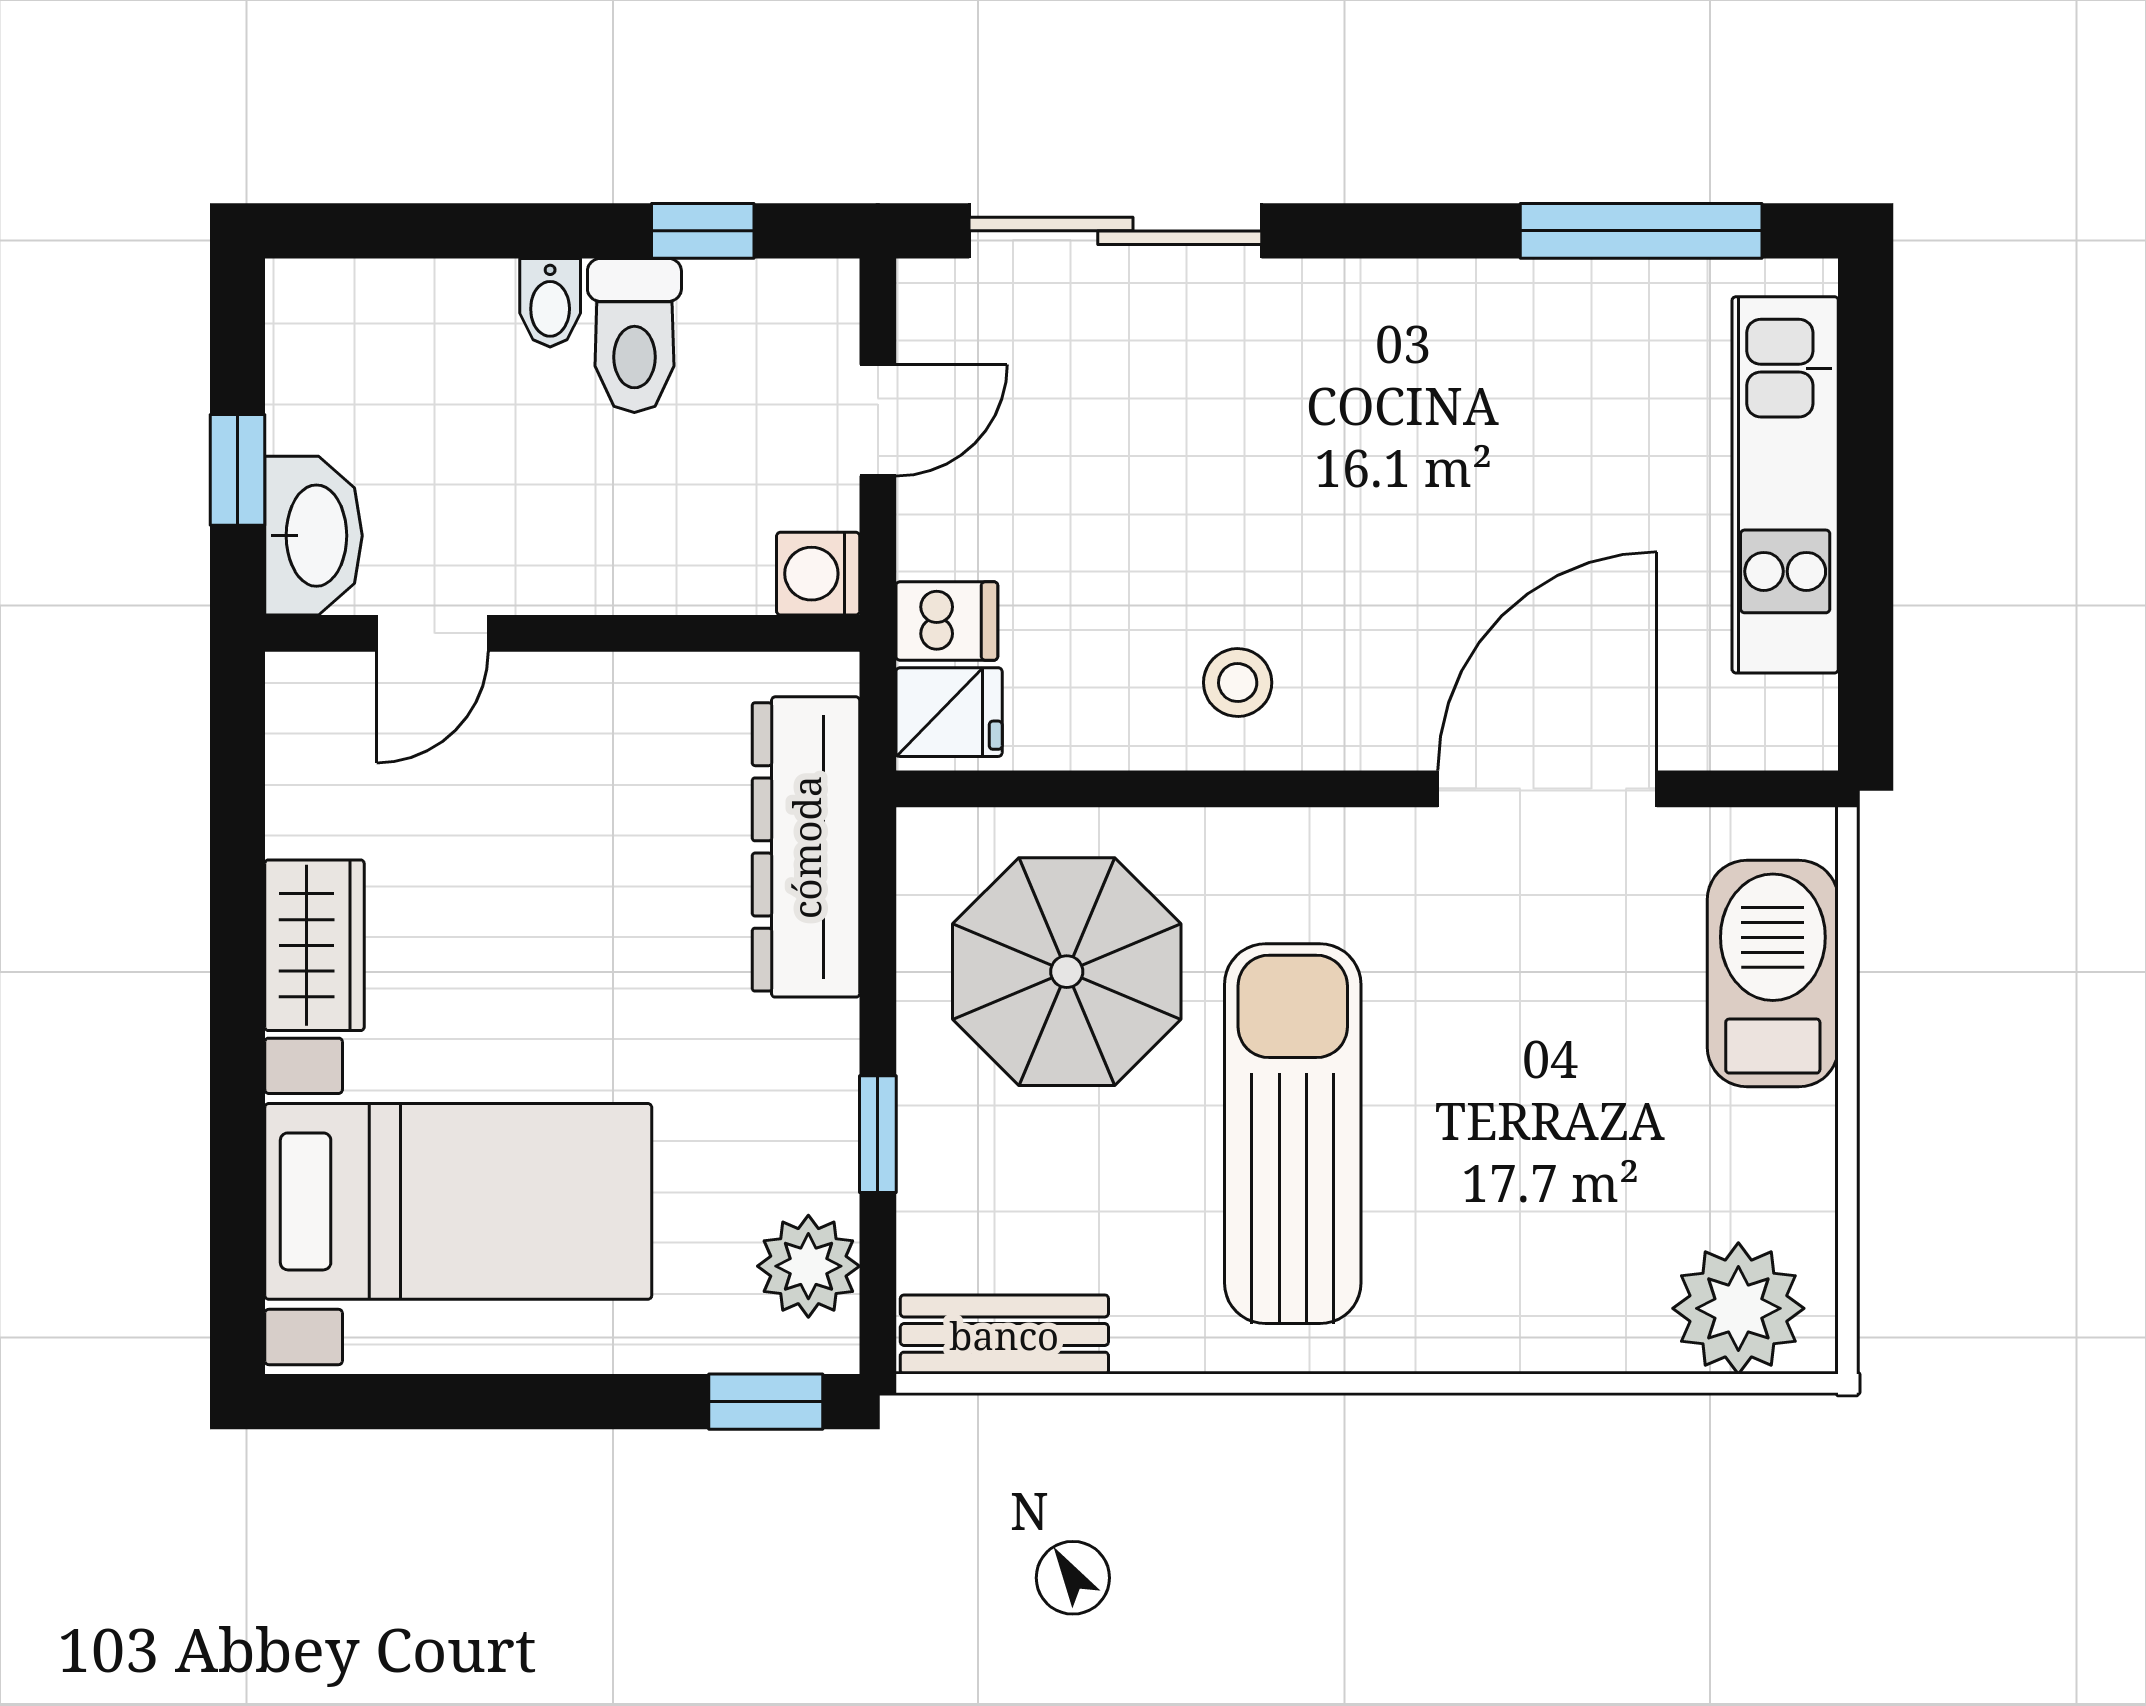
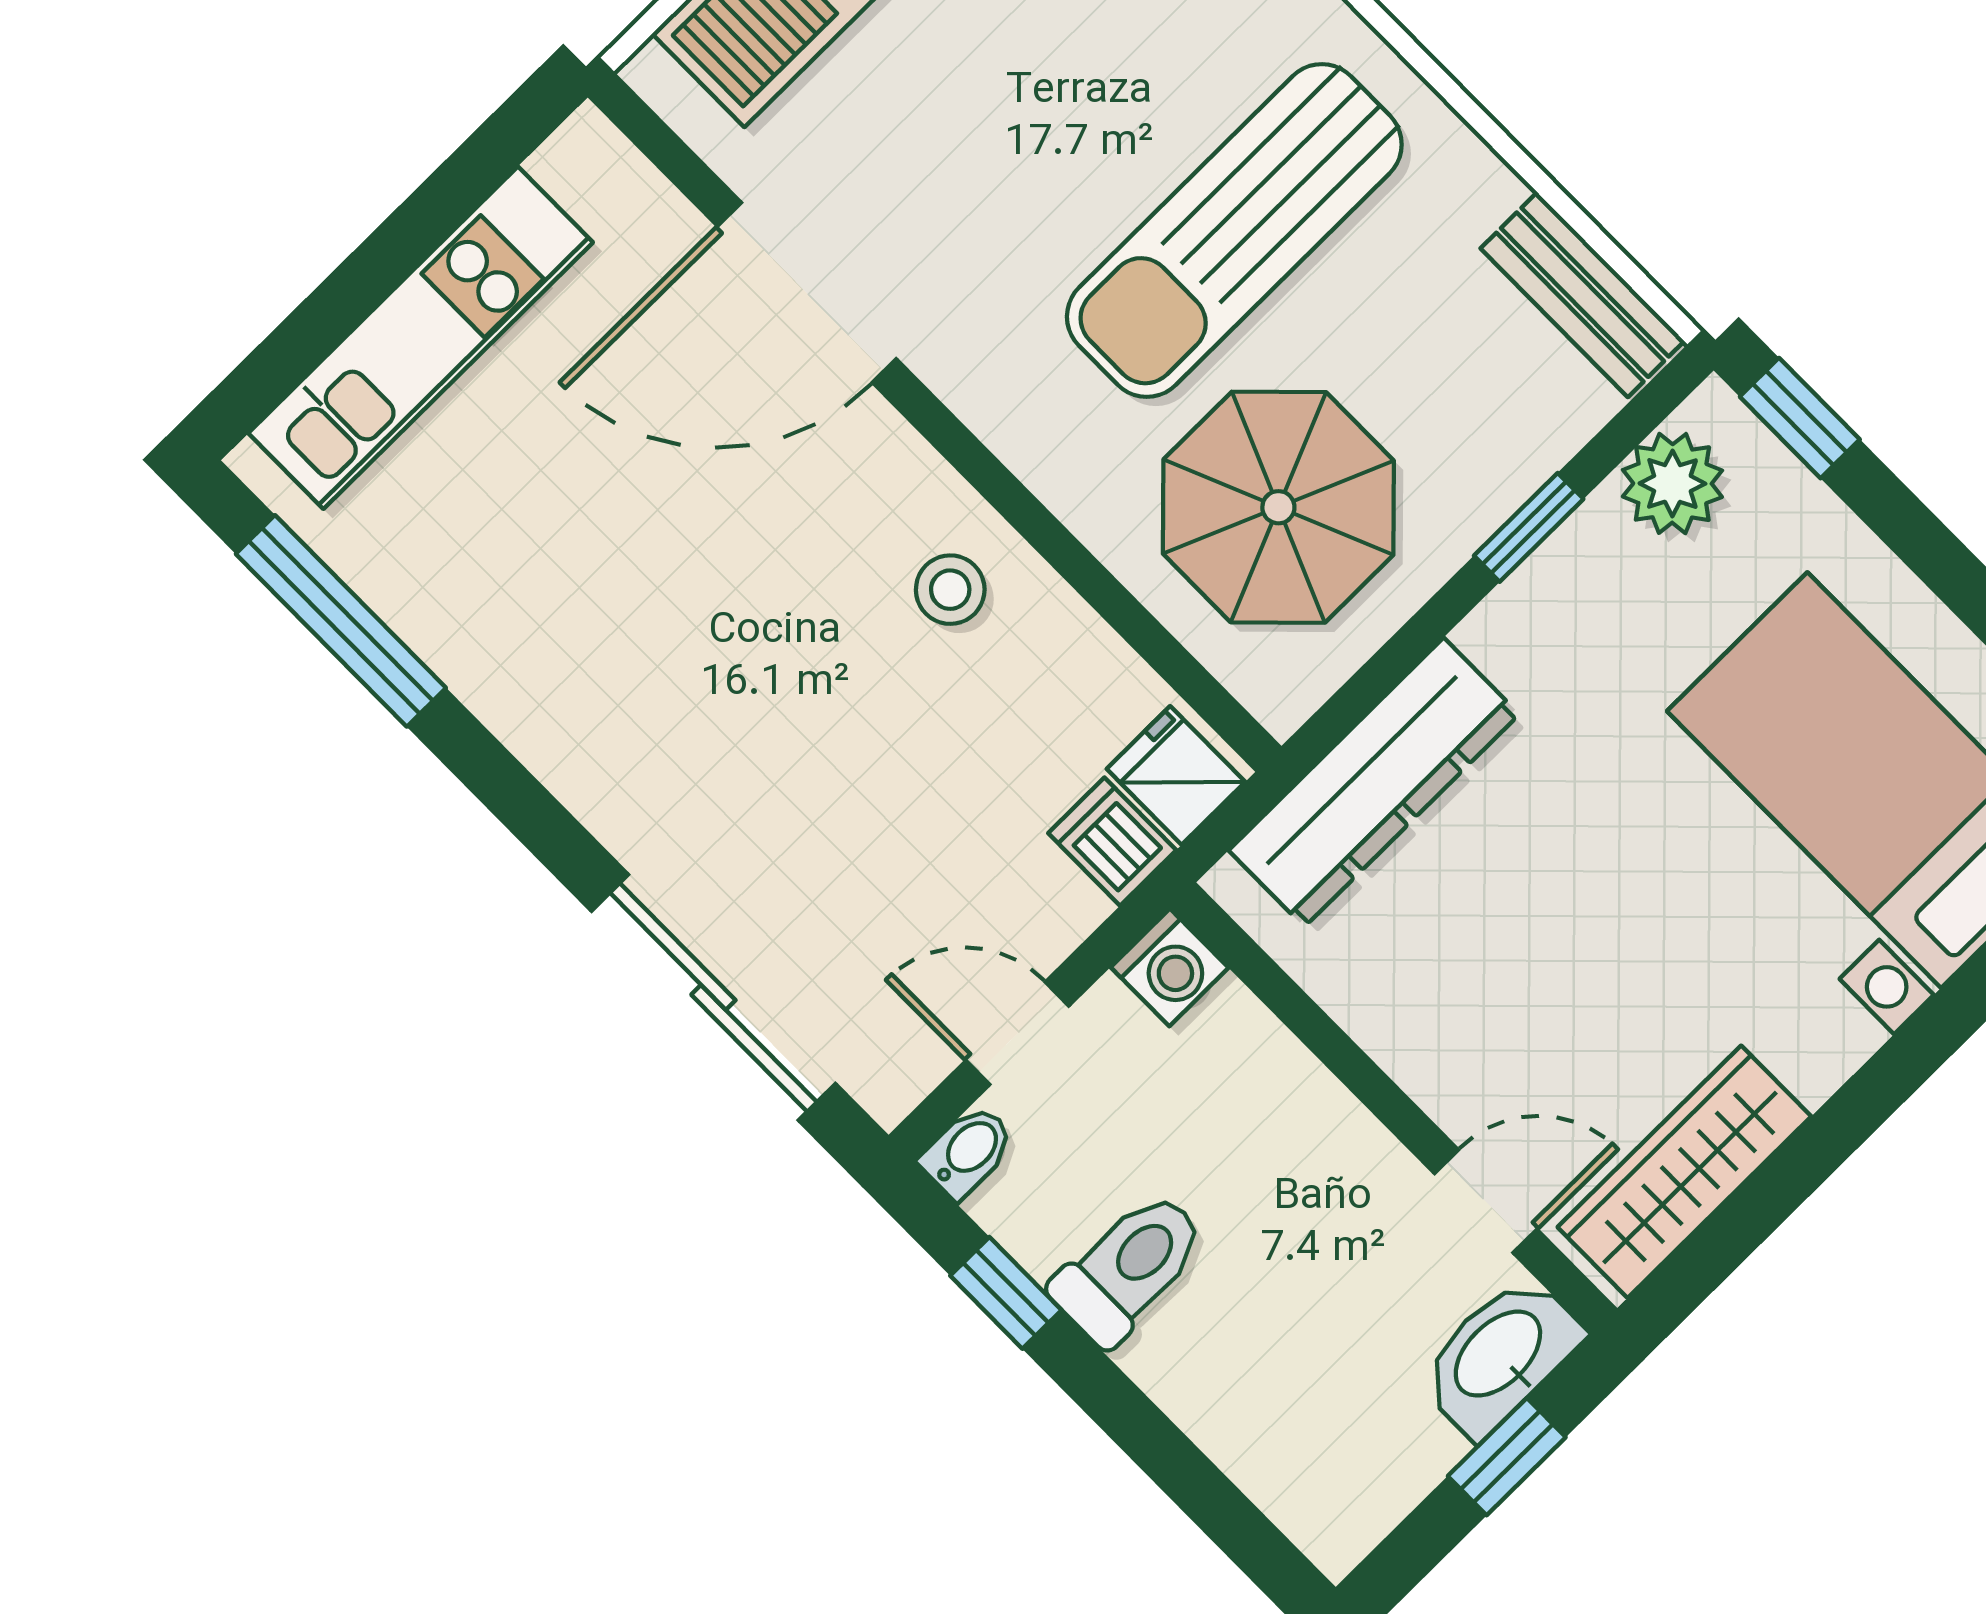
bidet: (550, 303) -> (968, 1151), moved
wardrobe: (315, 945) -> (1684, 1172), moved, width x1.50

